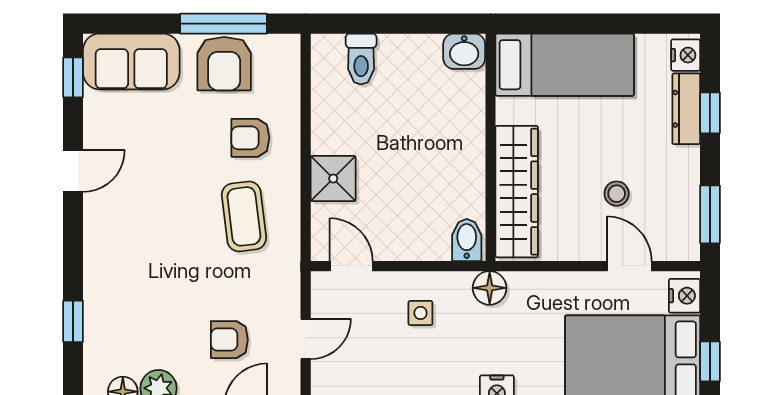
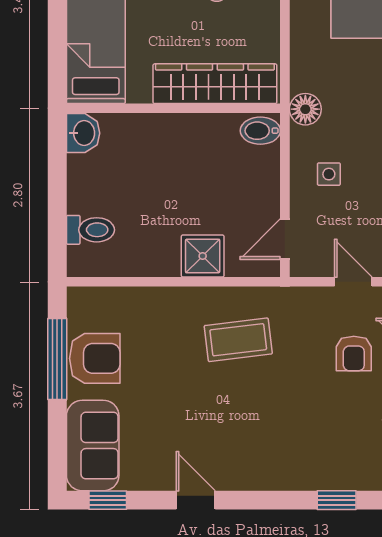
armchair: (250, 138) -> (164, 334), removed

